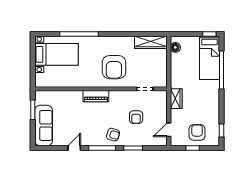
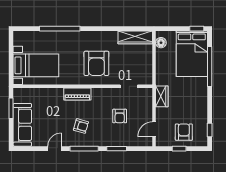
bed with nightstands: (57, 54) -> (36, 65), moved
bed: (210, 58) -> (192, 54), width x1.50
armchair: (113, 135) -> (81, 126), moved

